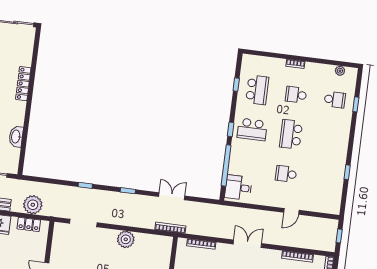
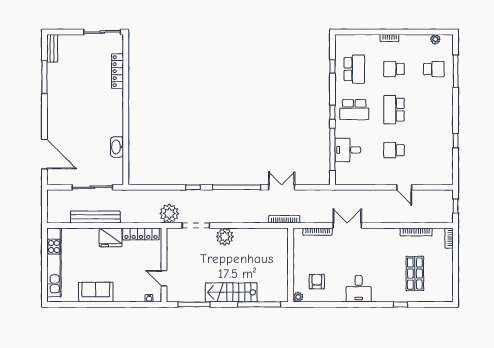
locker: (23, 84) -> (118, 71), moved
window: (356, 104) -> (456, 71), width x2.17
desk: (238, 187) -> (348, 150), moved
window: (128, 191) -> (237, 187), width x3.17
plant: (33, 205) -> (169, 214), moved
door: (291, 211) -> (404, 187), hinge flipped
locker: (29, 224) -> (141, 234), width x1.53
plant: (126, 239) -> (225, 237), moved
double door: (247, 244) -> (347, 226), moved

